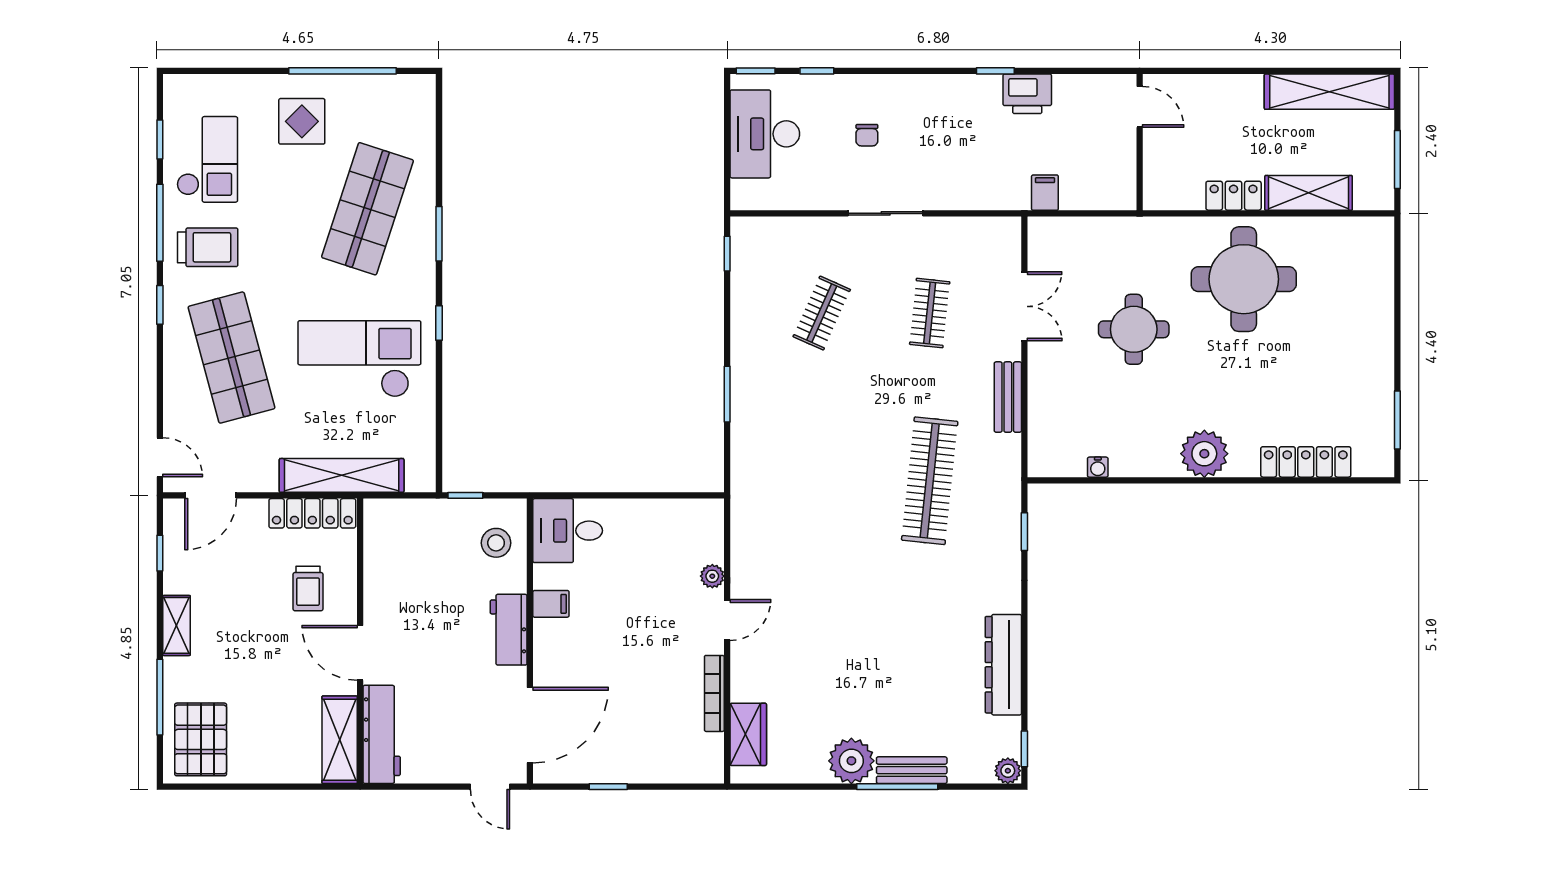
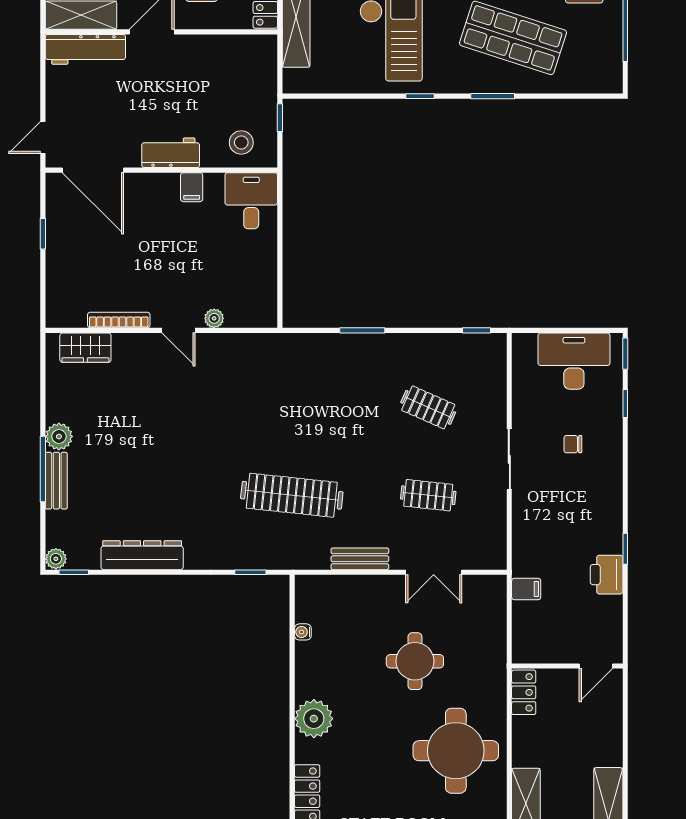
locker: (1234, 196) -> (524, 692), moved
plant: (851, 761) -> (59, 436), width x0.73, depth x0.73

